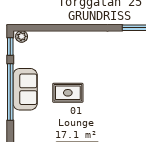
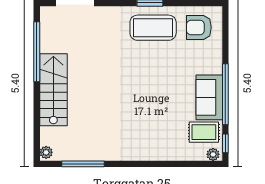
rug: (68, 93) -> (204, 132), moved

